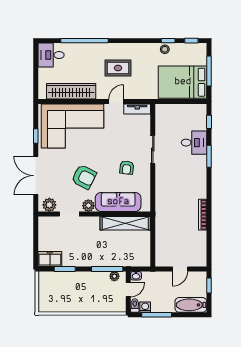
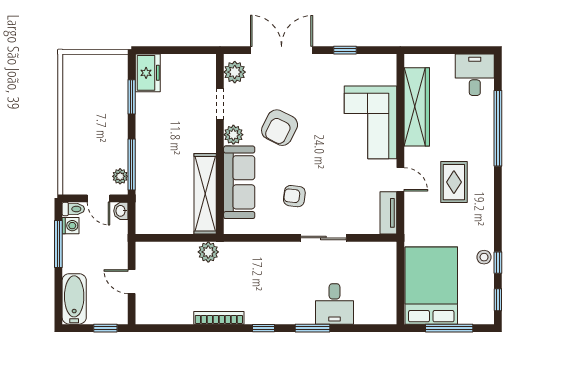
window: (209, 122) -> (264, 328), moved
corner sofa: (72, 126) -> (370, 122), width x0.73, depth x0.74
plant: (162, 221) -> (208, 252), added

